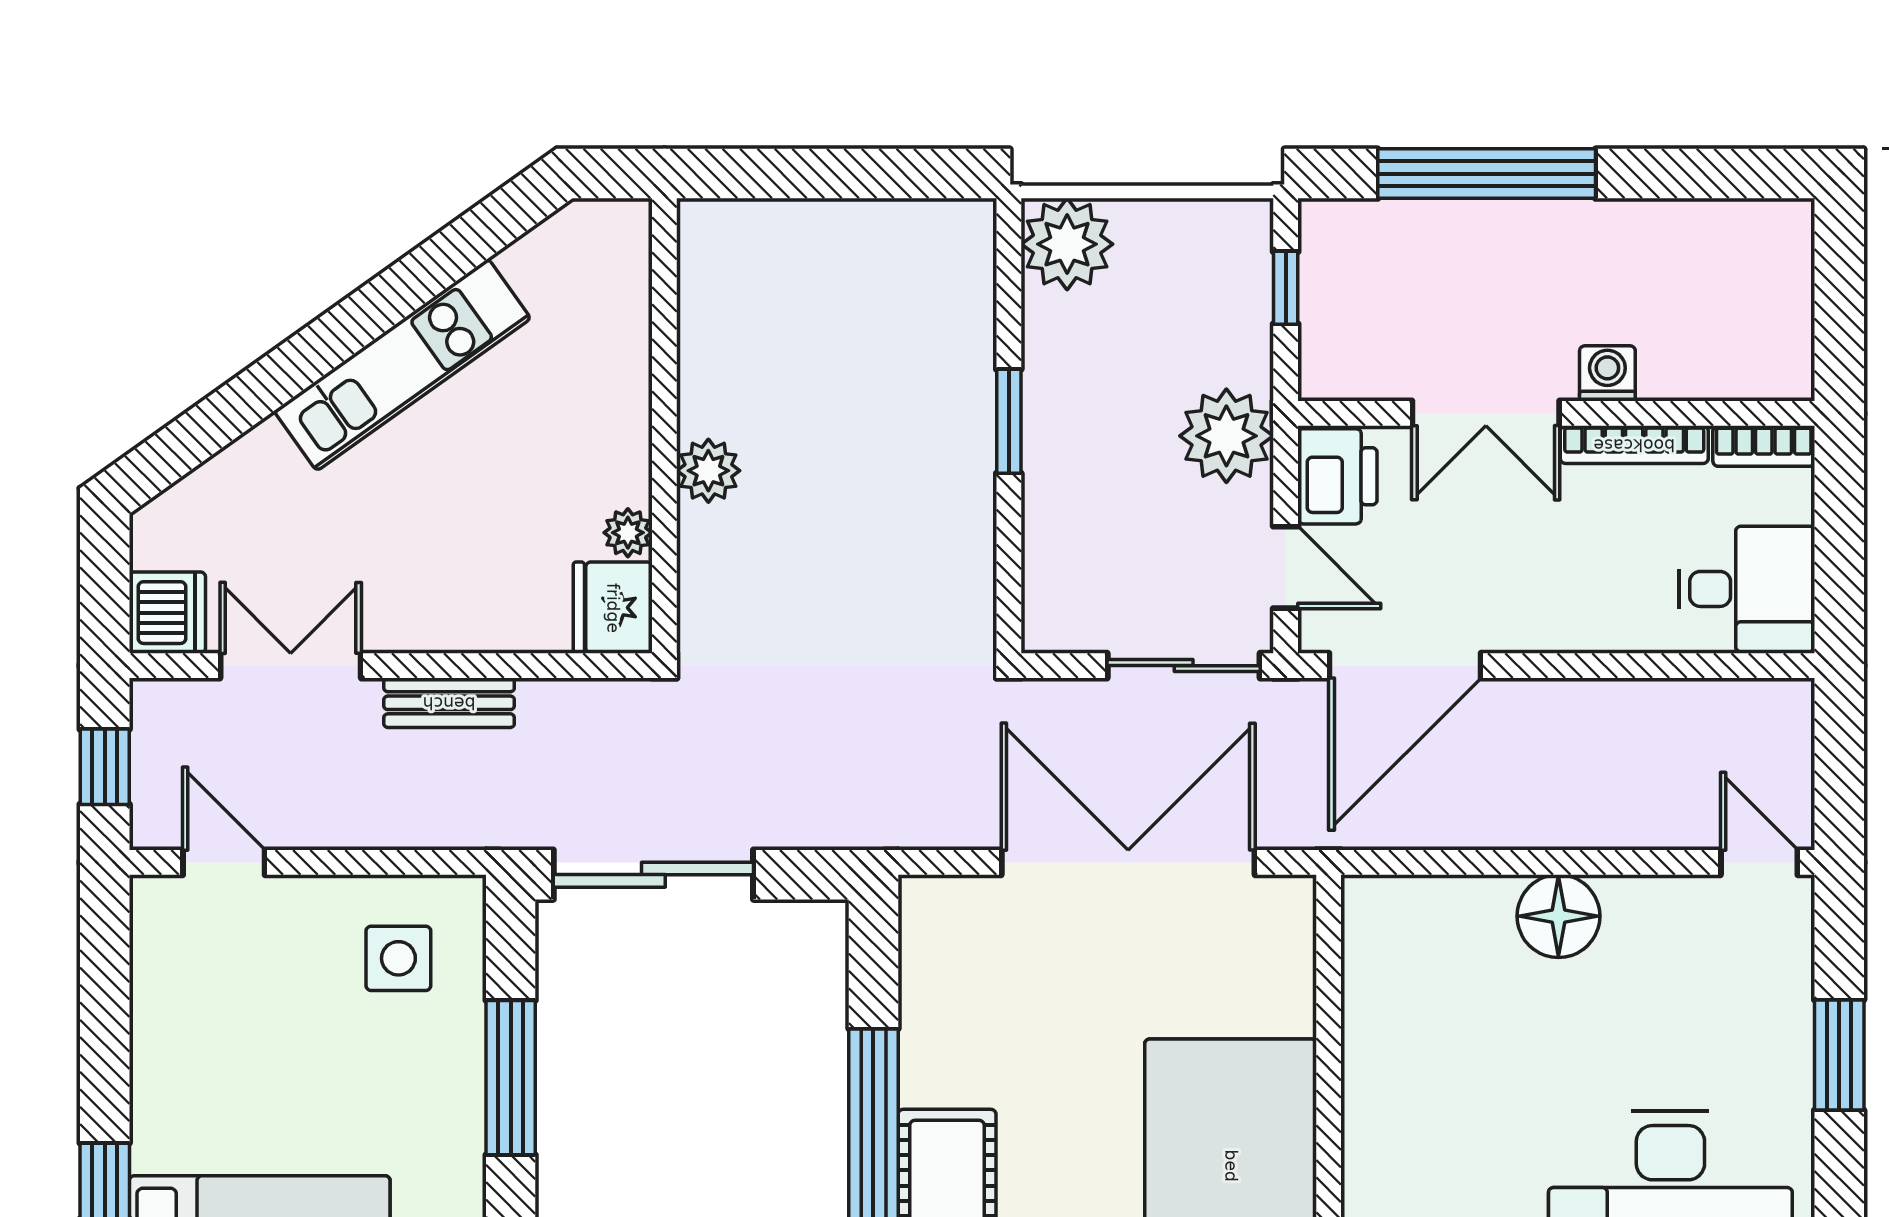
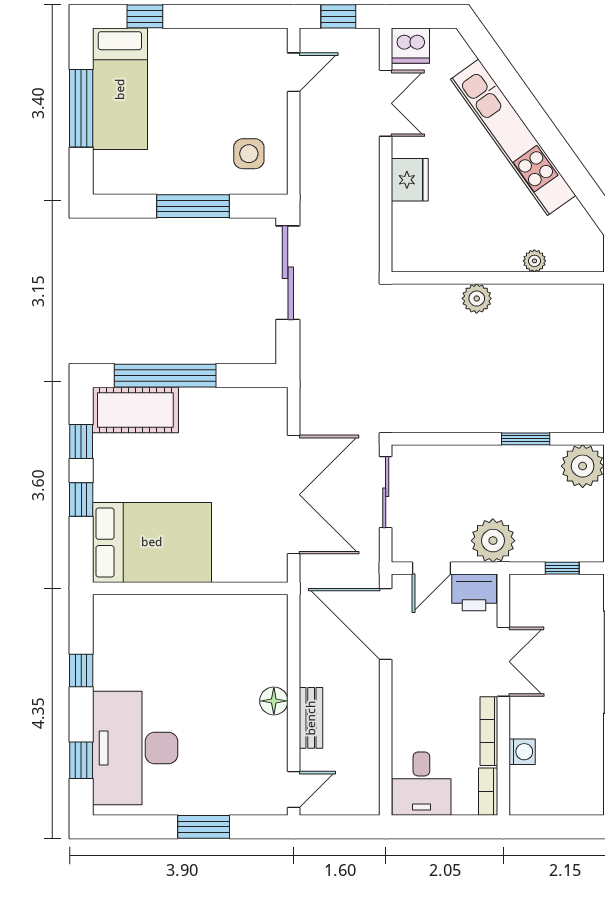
kitchen unit: (402, 365) -> (513, 137), width x1.36
washing machine: (1607, 373) -> (522, 752), moved
double door: (1486, 413) -> (503, 662), swing flipped
window: (1009, 421) -> (526, 439), moved
plant: (628, 533) -> (534, 261), moved
fridge: (613, 608) -> (410, 180), moved, turned 90
sliding door: (1184, 666) -> (386, 492), moved
bench: (449, 703) -> (311, 718), moved
floor lamp: (1558, 916) -> (274, 701), width x0.73, depth x0.73

